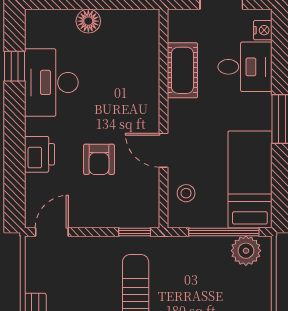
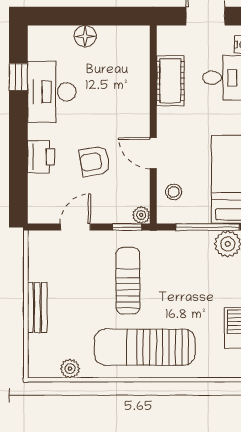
armchair: (99, 159) -> (95, 161), turned 81
plant: (150, 219) -> (141, 215), added
door: (52, 232) -> (75, 227), moved

